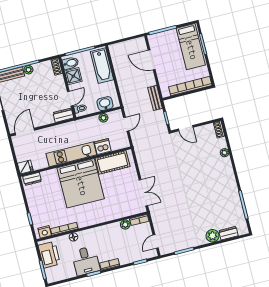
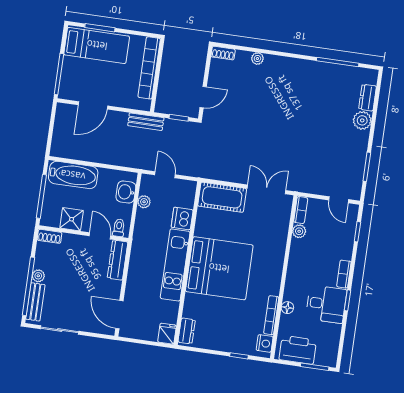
bidet: (70, 63) -> (52, 216), removed
dresser: (63, 115) -> (118, 260), width x1.44
cot: (113, 162) -> (222, 197), moved, turned 90

